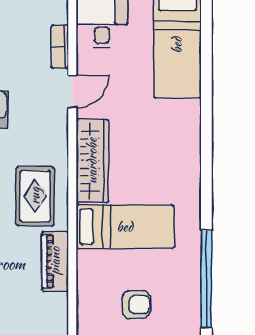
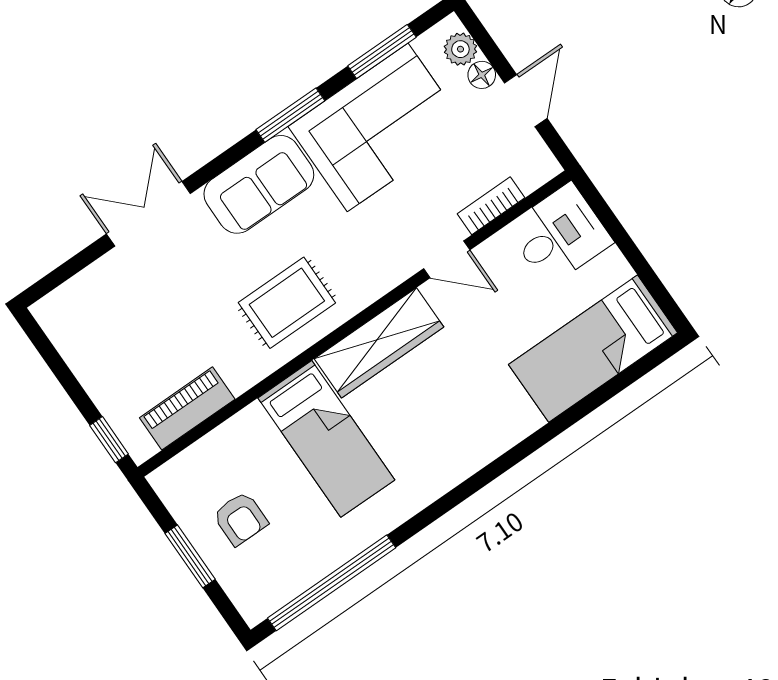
piano: (55, 261) -> (187, 408), moved

